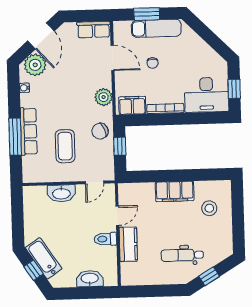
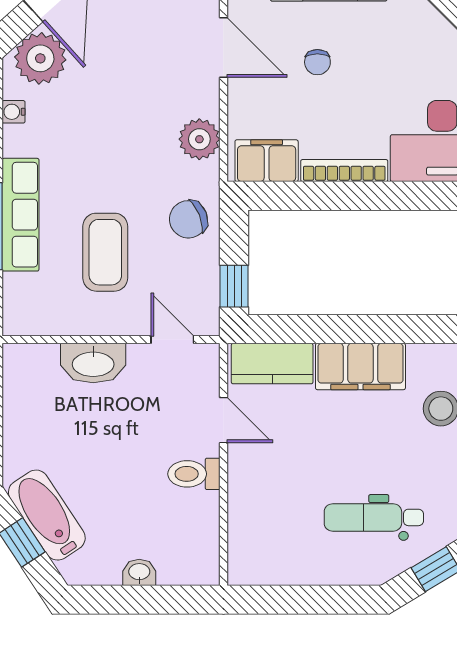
window: (120, 146) -> (234, 286), moved
door: (95, 182) -> (172, 340), swing flipped
door: (117, 216) -> (223, 420), hinge flipped
kitchen counter: (128, 244) -> (272, 364), moved, turned 90
washbasin: (90, 279) -> (139, 572), width x0.52, depth x0.69

